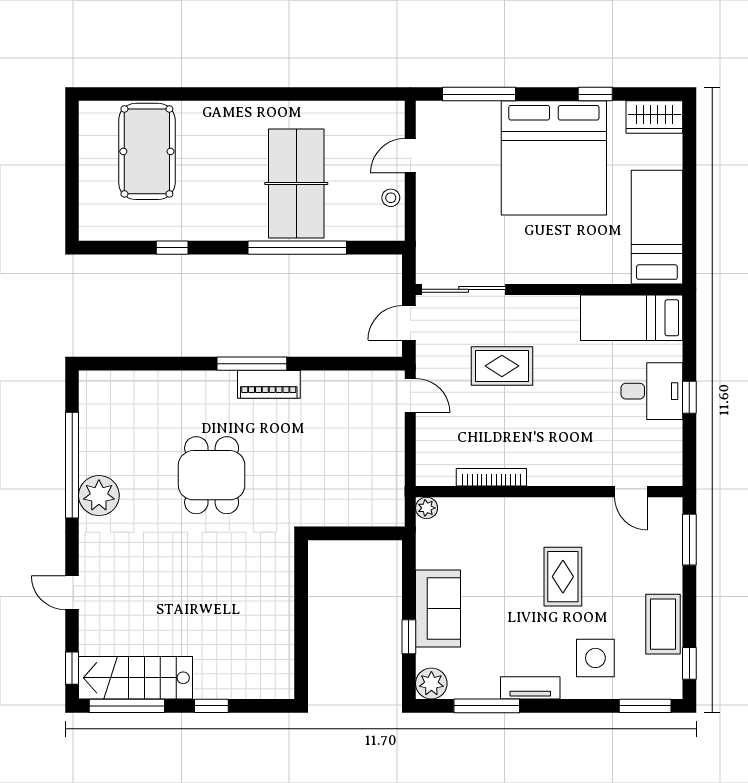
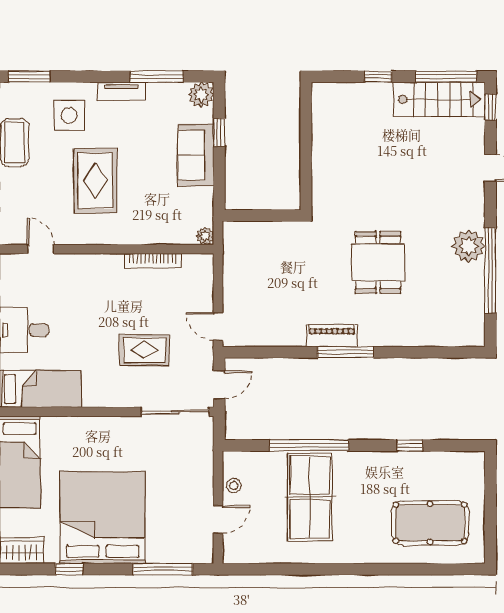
pool table: (147, 151) -> (430, 523), turned 90
rug: (563, 577) -> (95, 181), width x1.36, depth x1.43

